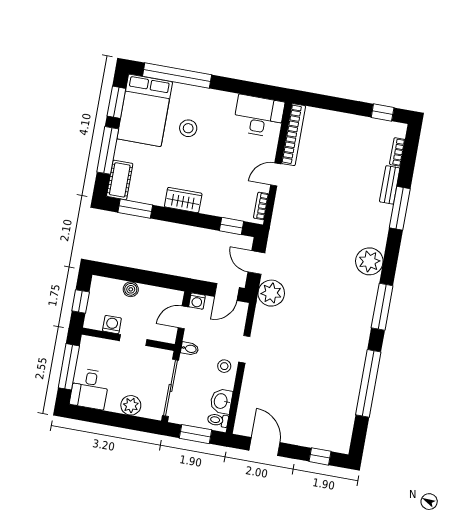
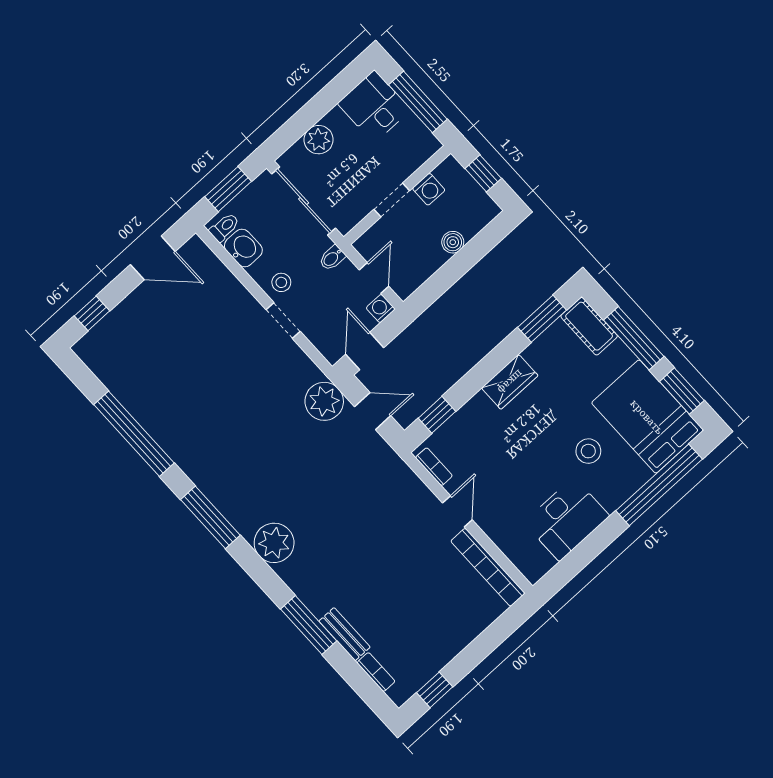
desk: (259, 116) -> (567, 519), moved

